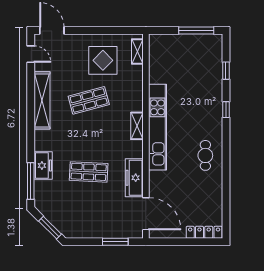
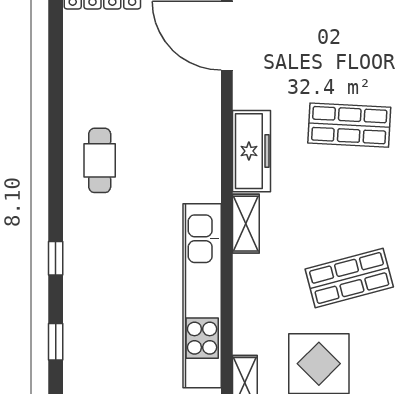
kitchen unit: (157, 127) -> (202, 296), moved
freezer: (134, 178) -> (252, 151), moved

